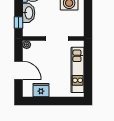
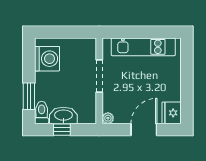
window: (18, 22) -> (62, 130), moved
fridge: (41, 90) -> (172, 113), moved

